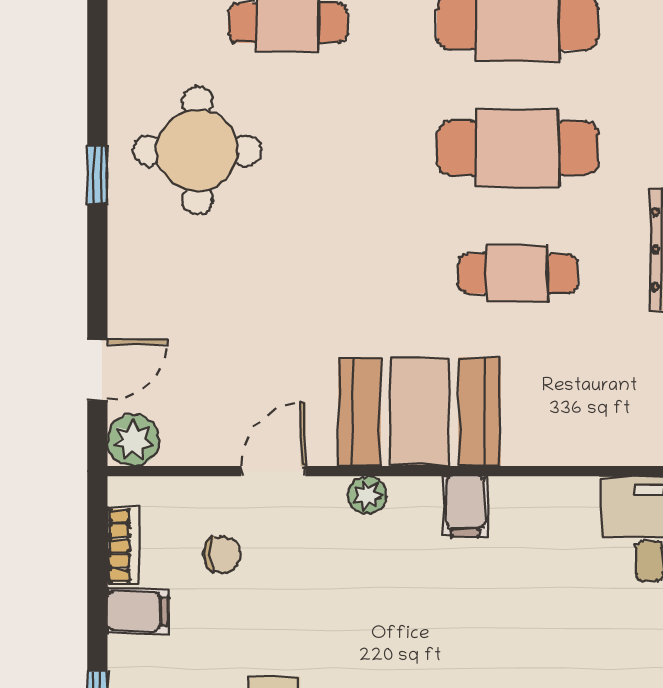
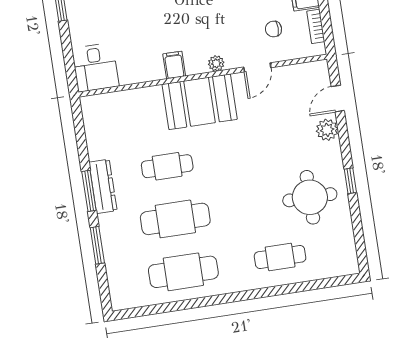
plant: (133, 440) -> (327, 130), moved

